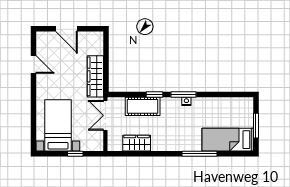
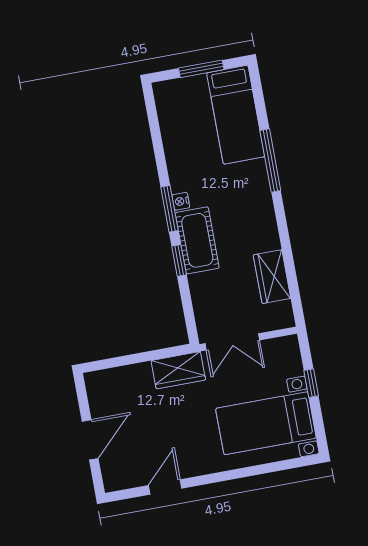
wardrobe: (95, 76) -> (178, 370), width x0.67
cot: (143, 106) -> (197, 240), moved

